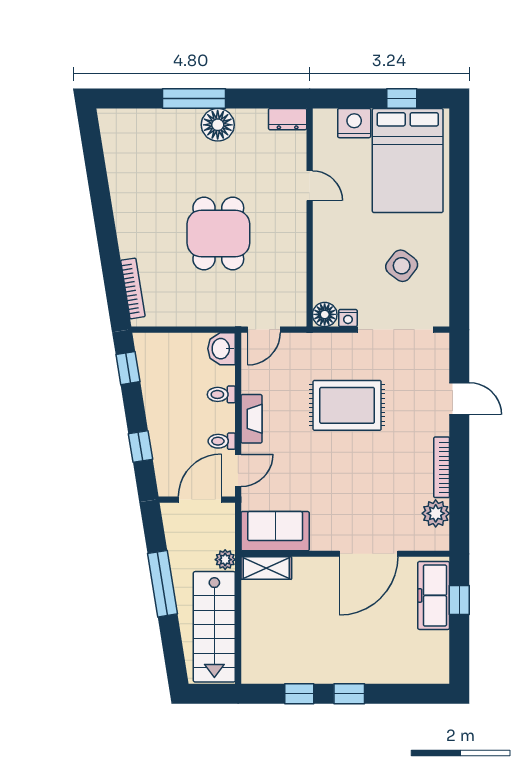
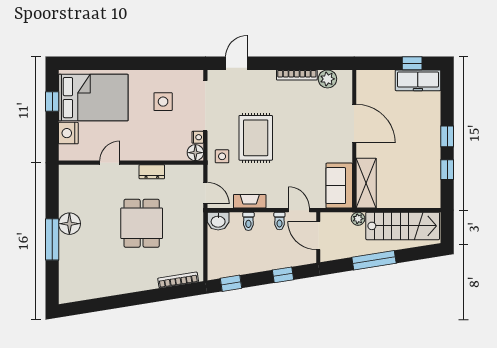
dresser: (288, 119) -> (152, 172), moved, turned 90
dining table: (218, 233) -> (142, 223), turned 90
side table: (402, 266) -> (163, 102), turned -37
side table: (319, 355) -> (222, 156), added
door: (459, 399) -> (236, 63), moved
fireplace: (251, 419) -> (250, 201), moved
shelving: (266, 568) -> (366, 183), width x1.50, depth x1.33
freezer: (434, 595) -> (418, 80), moved
window: (459, 600) -> (412, 63), moved

